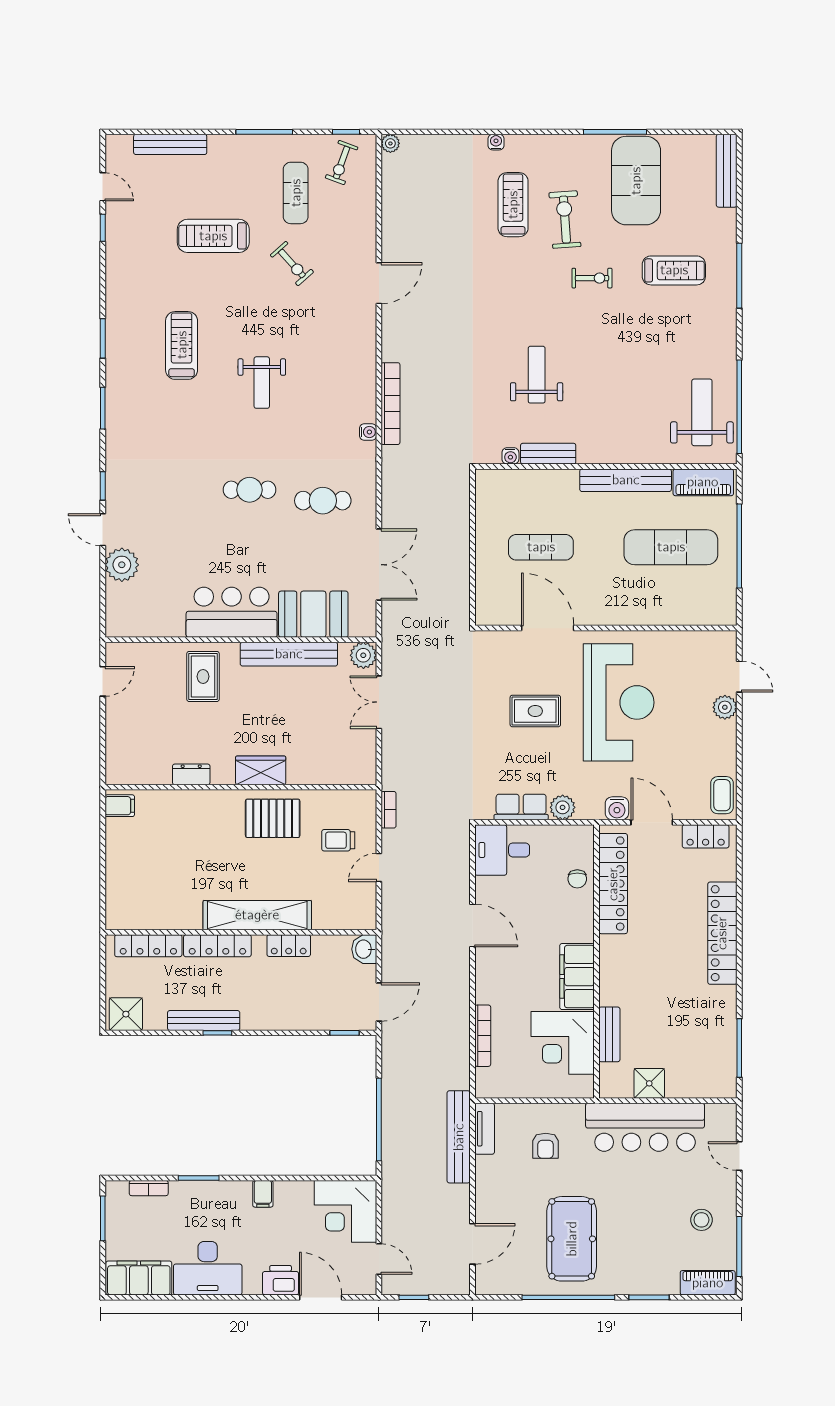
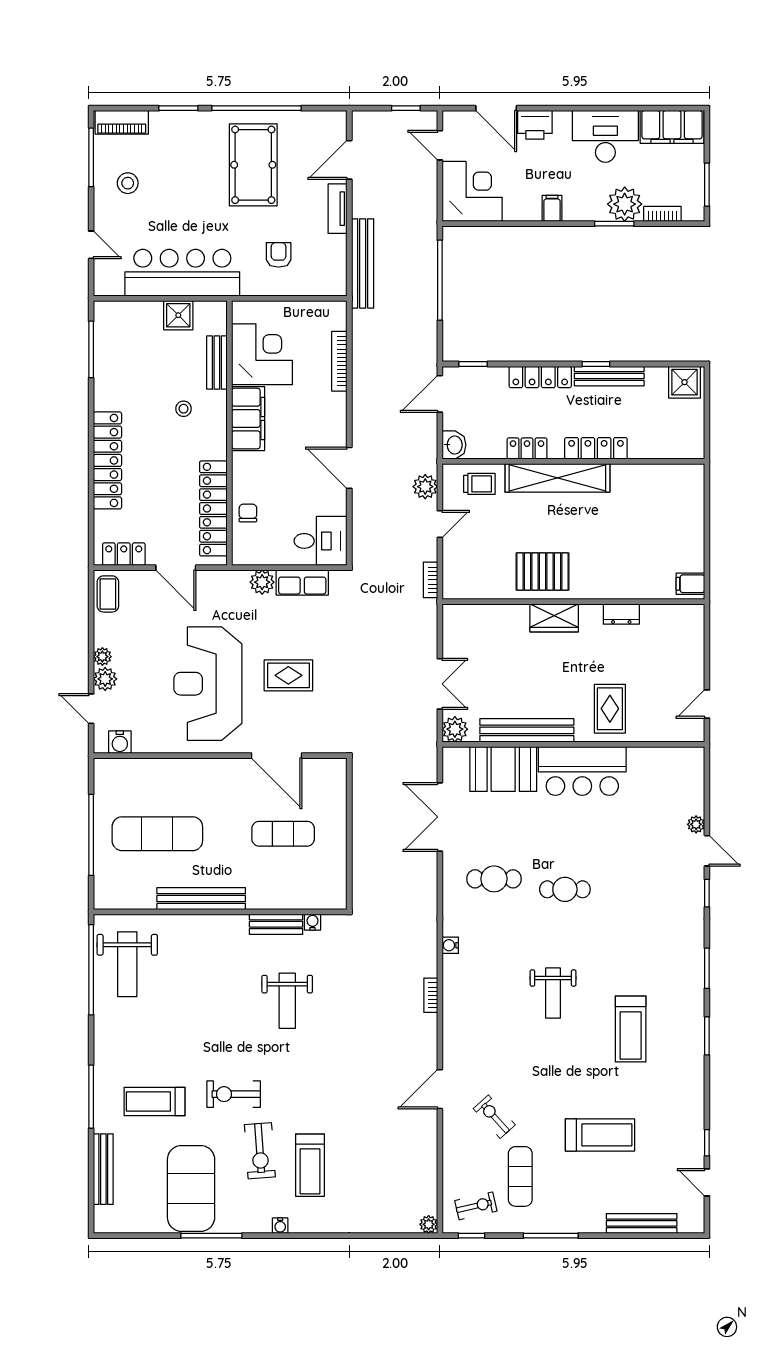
water cooler: (496, 142) -> (280, 1226), moved
exercise bike: (342, 163) -> (476, 1206), turned 57
bench: (727, 171) -> (103, 1169), moved
exercise bike: (292, 264) -> (494, 1117), moved
exercise bike: (592, 278) -> (234, 1094), width x1.38, depth x1.39
weight bench: (262, 383) -> (553, 993), turned 180
bookcase: (391, 404) -> (431, 995), width x0.43, depth x0.76
piano: (703, 482) -> (126, 897), removed
plant: (122, 565) -> (696, 824), width x0.53, depth x0.53
plant: (728, 730) -> (102, 657), added
water cooler: (617, 808) -> (120, 742), moved, turned 180
trolley: (338, 840) -> (479, 484), moved
plant: (394, 906) -> (425, 487), added
locker: (148, 946) -> (540, 377), moved, turned 180
stool: (644, 987) -> (184, 409), added
tv unit: (485, 1129) -> (338, 209), moved
plant: (188, 1198) -> (625, 204), added

